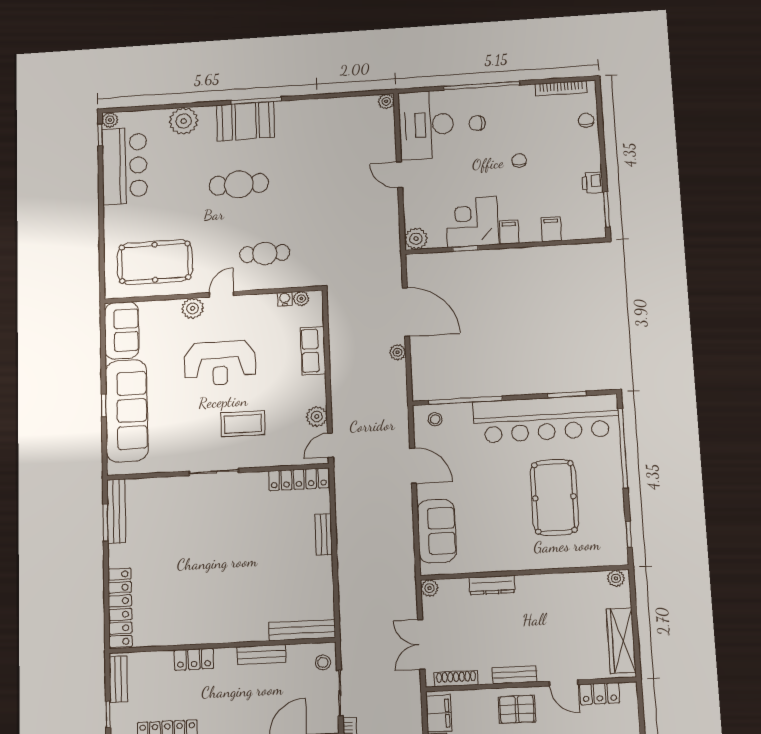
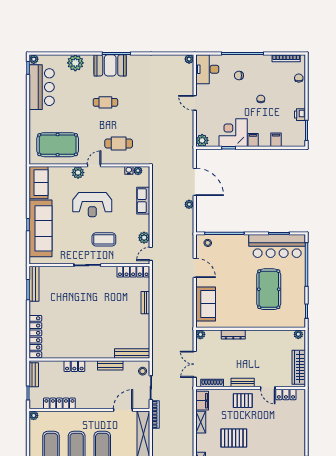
desk: (426, 125) -> (207, 69), width x0.73, depth x0.77
cafe table: (239, 184) -> (105, 102), width x0.73, depth x0.74
bar counter: (546, 419) -> (277, 246), width x0.73

